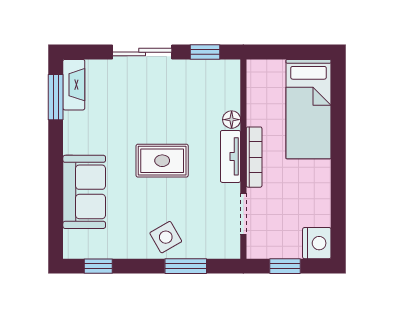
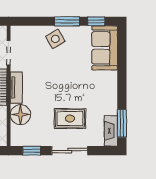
floor lamp: (232, 120) -> (20, 115), width x1.89, depth x1.89
rug: (162, 161) -> (70, 118), moved
sofa: (84, 192) -> (105, 48), moved
window: (186, 266) -> (67, 21), moved

